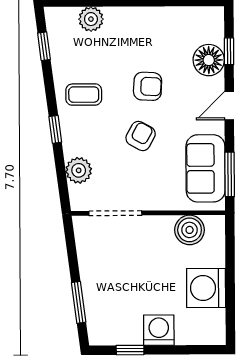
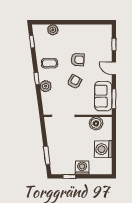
floor lamp: (209, 60) -> (105, 48), removed
door: (229, 106) -> (114, 68), hinge flipped
plant: (79, 170) -> (46, 86), moved

